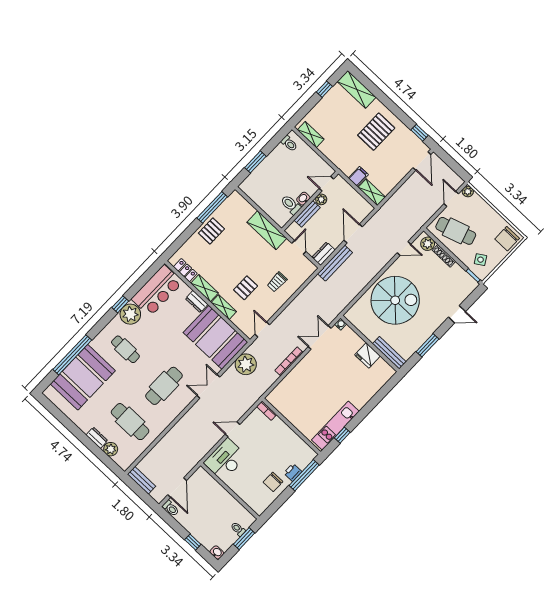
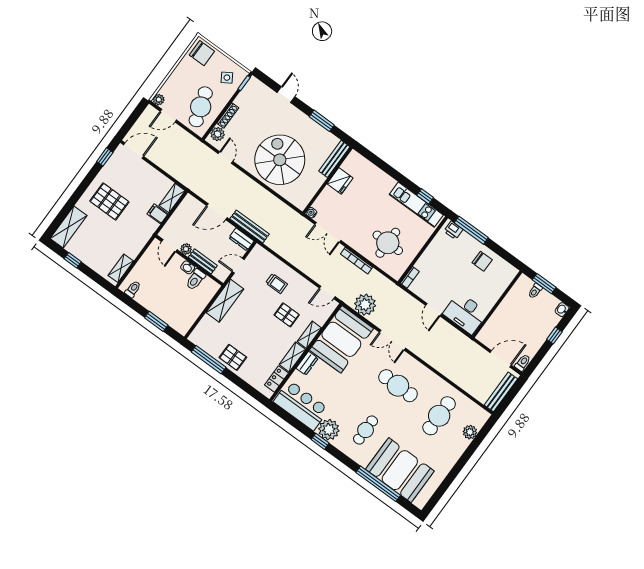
round table: (302, 394) -> (388, 243), added
dresser: (97, 438) -> (460, 448), removed
printer: (293, 472) -> (453, 230), moved
bench: (141, 480) -> (501, 392), width x1.36

